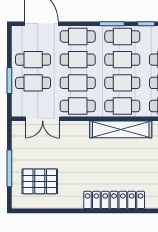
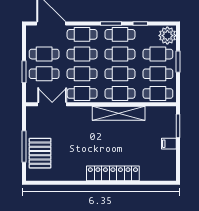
double door: (43, 119) -> (52, 104), swing flipped
pallet: (40, 181) -> (40, 153), moved, turned 90

